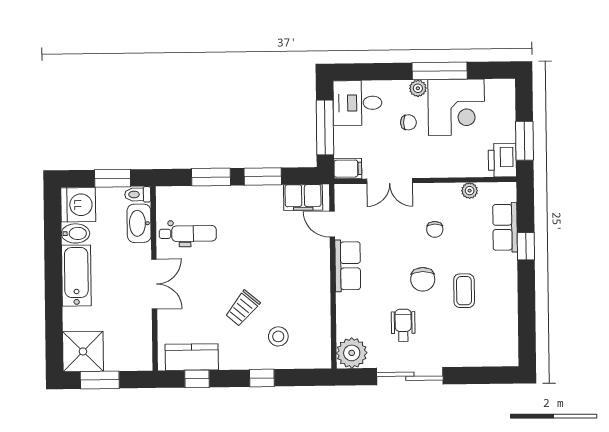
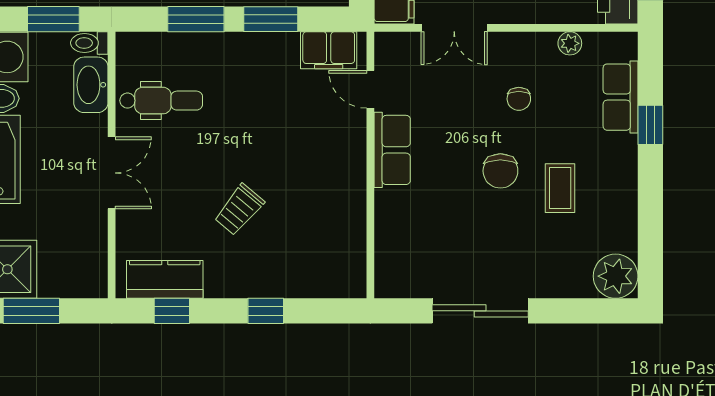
wheelchair: (403, 325) -> (471, 237), removed
stool: (278, 336) -> (290, 251), removed
plant: (352, 353) -> (616, 276), moved

